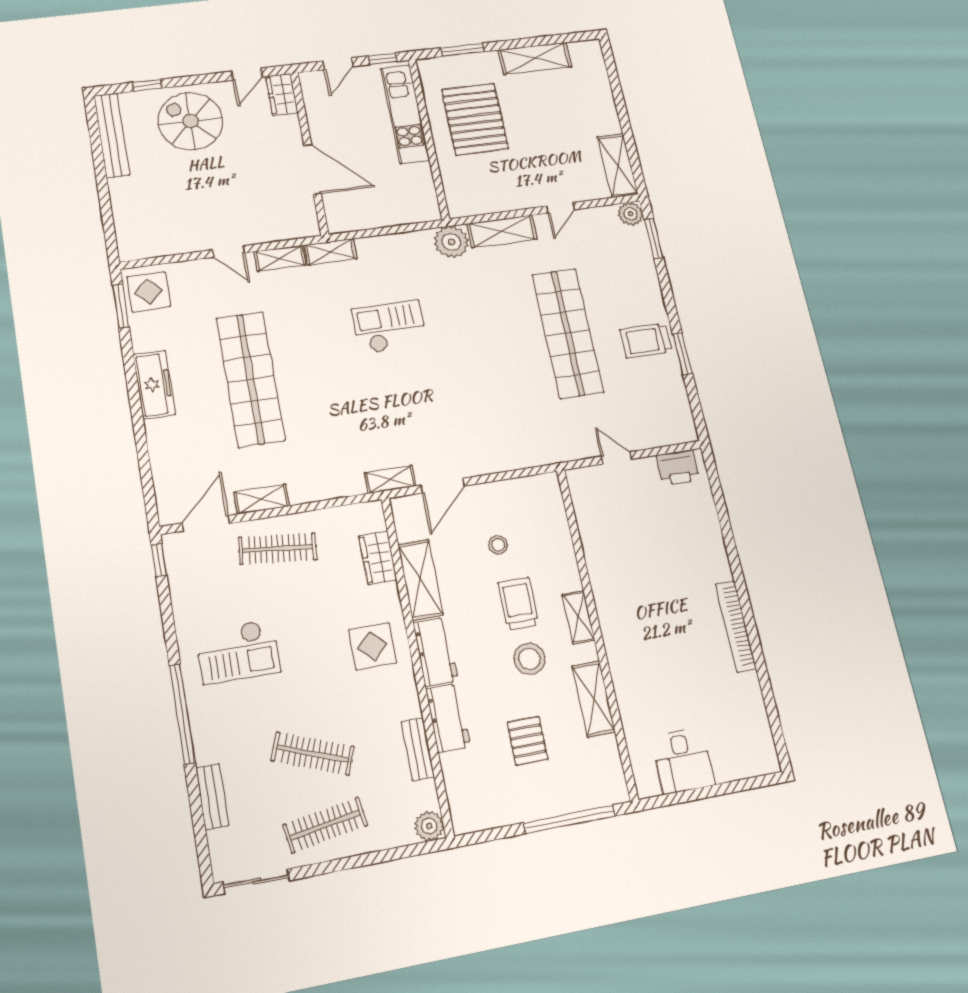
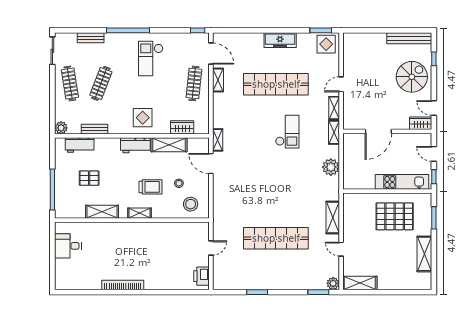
plant: (451, 242) -> (331, 167), moved
checkout: (389, 327) -> (287, 132), moved
trolley: (646, 341) -> (266, 276), removed
stool: (529, 659) -> (191, 204), moved
workbench: (448, 718) -> (80, 145), moved

